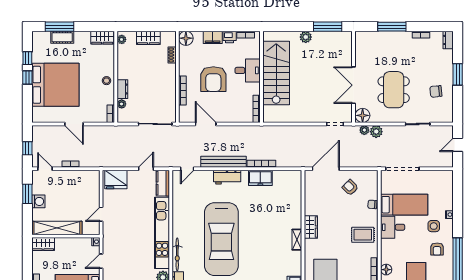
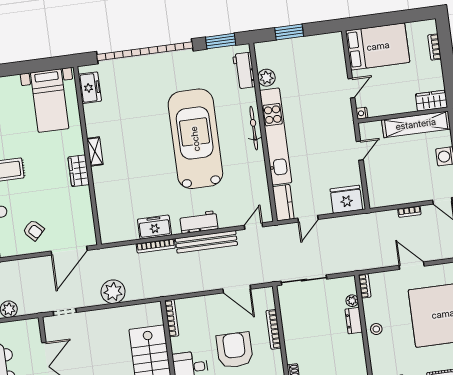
floor lamp: (363, 115) -> (30, 328), removed
plant: (364, 130) -> (113, 292), moved, width x1.88, depth x1.88
bicycle: (177, 254) -> (254, 128), moved

